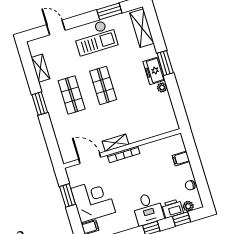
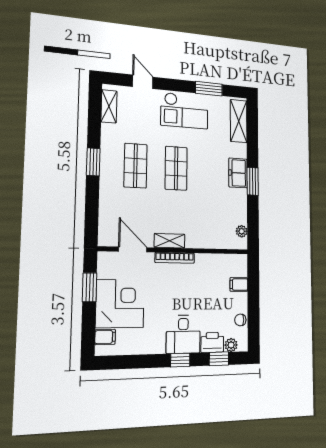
window: (165, 63) -> (253, 181), moved
shelving: (40, 68) -> (109, 106), moved
plant: (162, 87) -> (242, 231), moved

